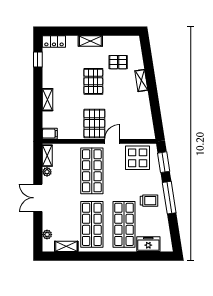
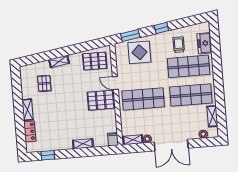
locker: (54, 42) -> (30, 131), moved
pallet: (93, 81) -> (95, 61), moved
display table: (138, 158) -> (139, 52), moved
double door: (38, 198) -> (171, 145), width x1.37
window: (169, 198) -> (161, 28), width x0.46
trolley: (149, 201) -> (179, 45), moved

